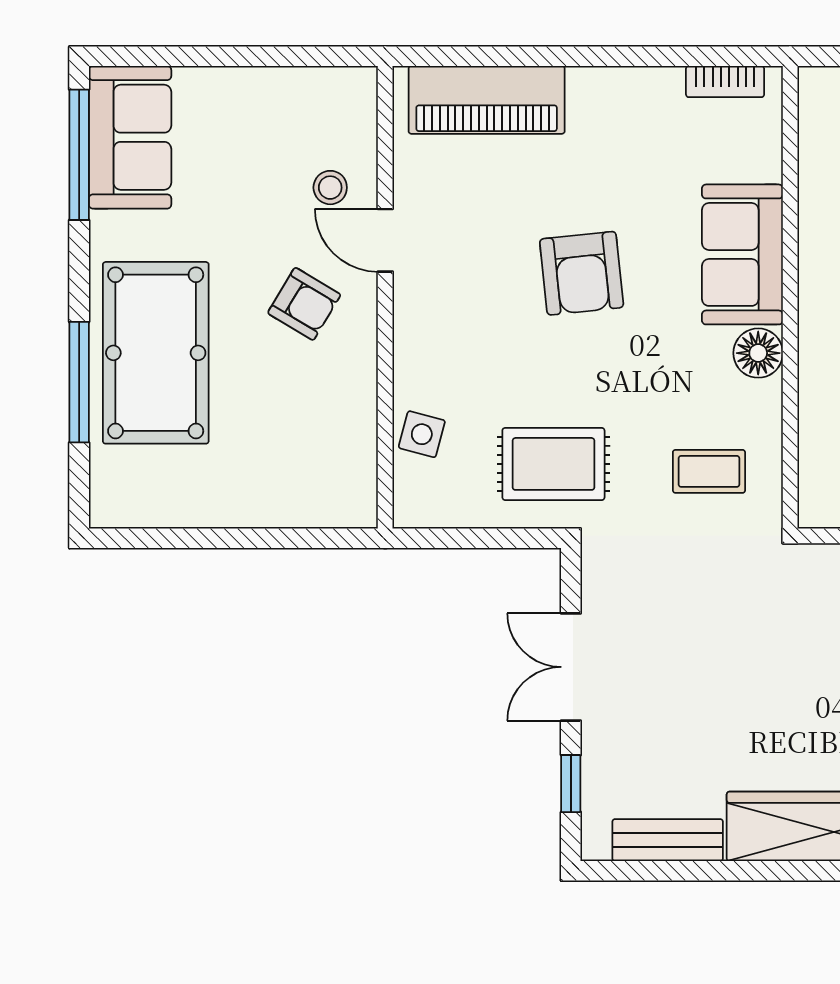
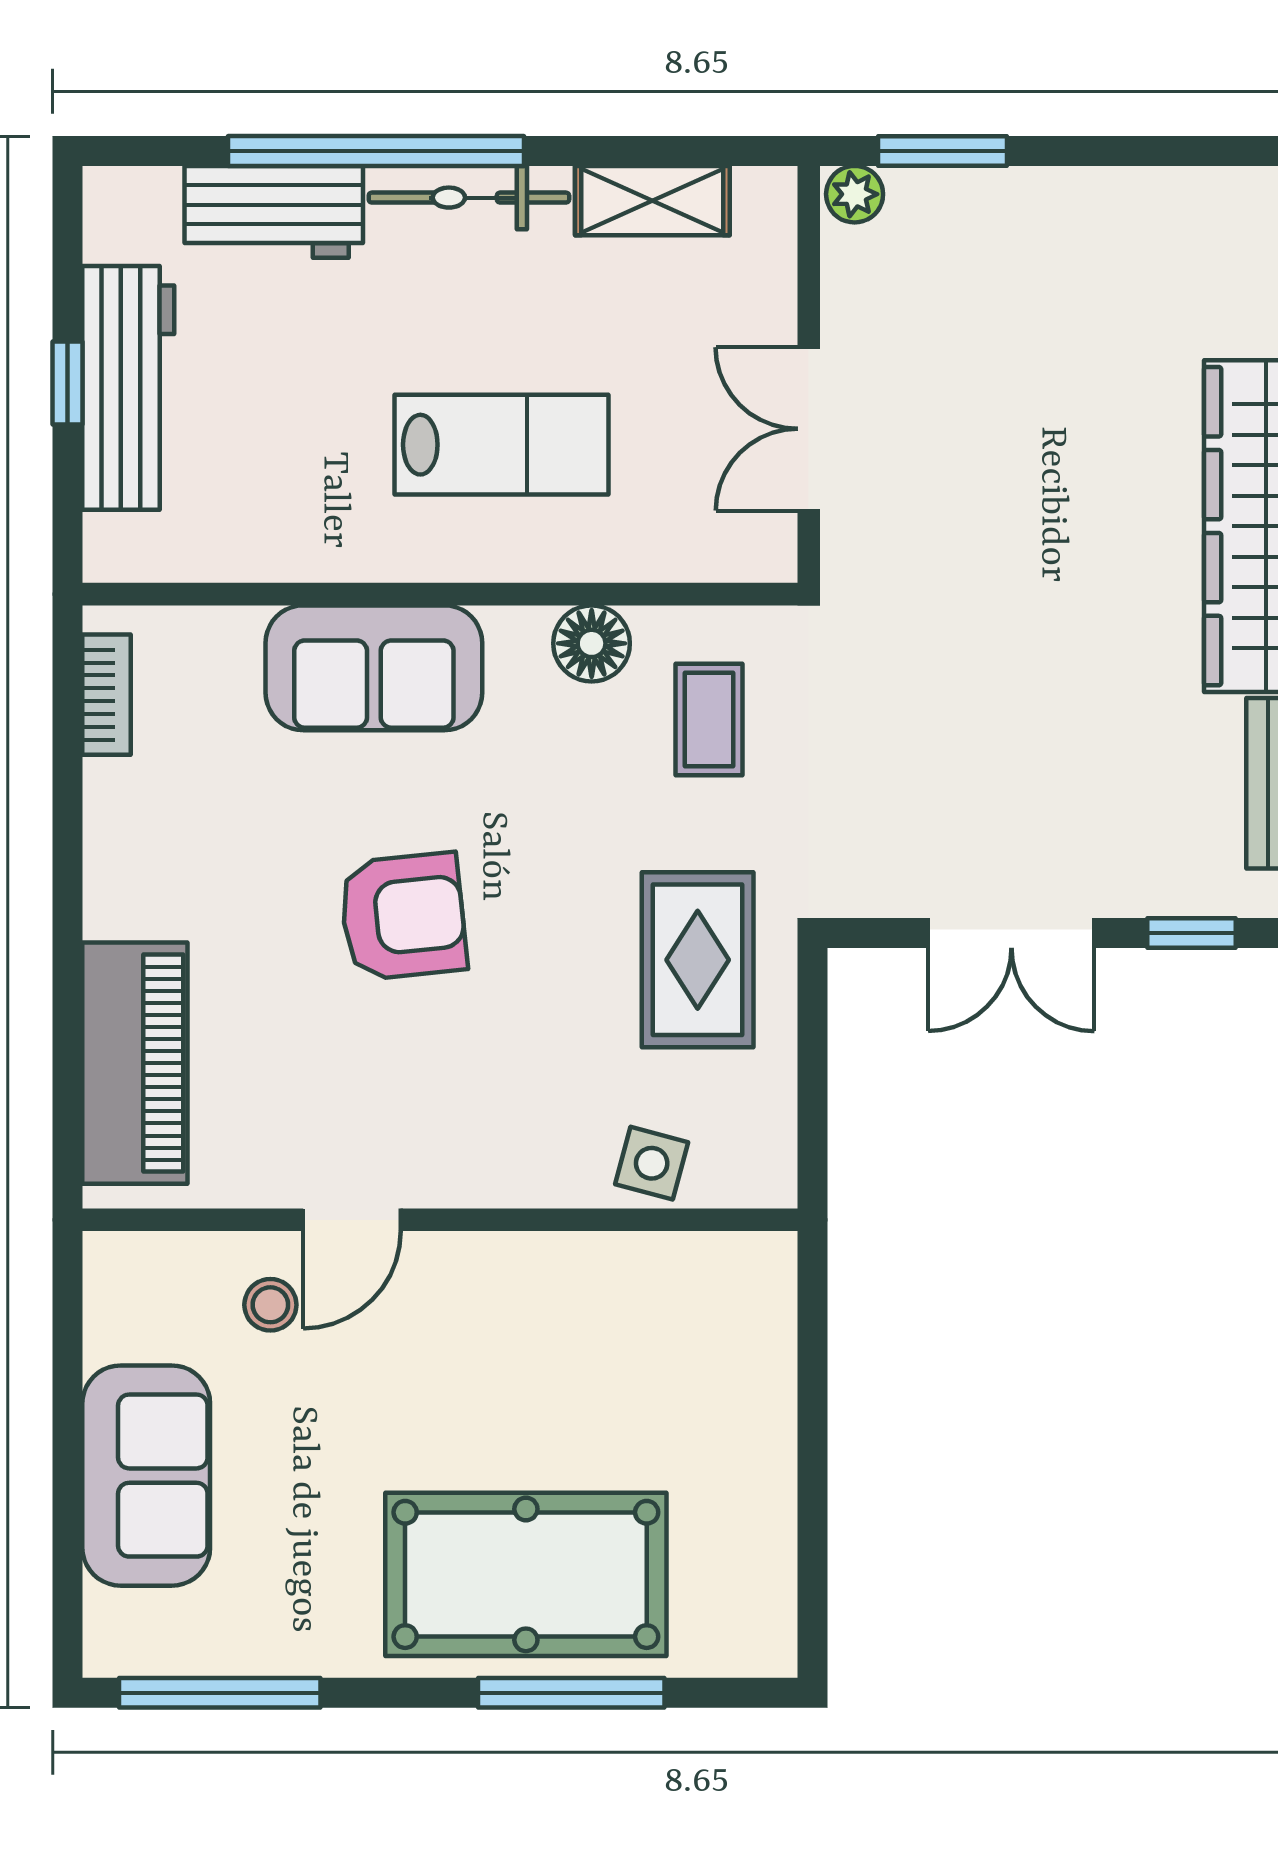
sofa: (130, 137) -> (146, 1476), moved, turned 90
armchair: (304, 304) -> (450, 1345), removed
floor lamp: (758, 353) -> (592, 643), moved

